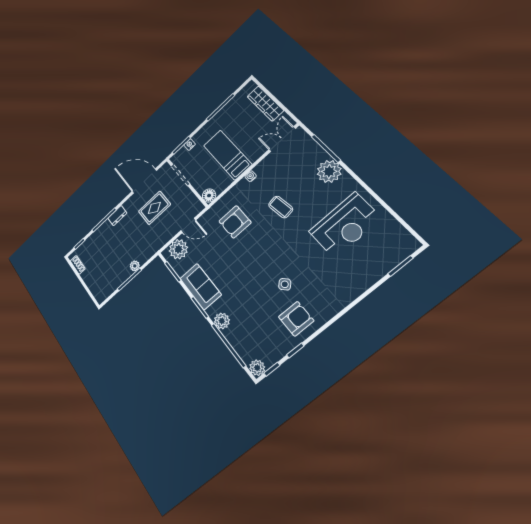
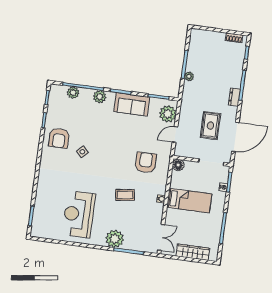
plant: (257, 368) -> (73, 93), moved

